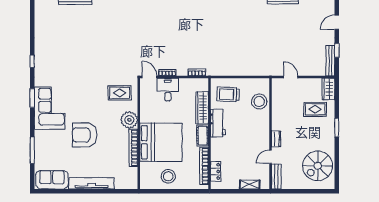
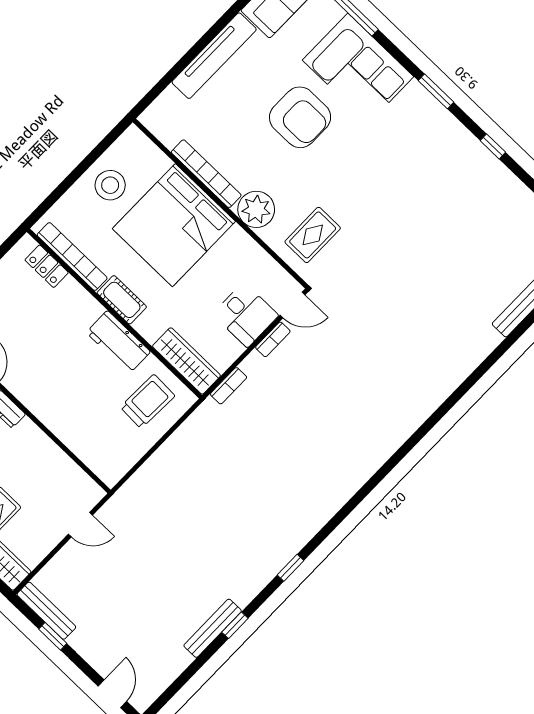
door: (337, 22) -> (112, 694), moved
stool: (259, 101) -> (90, 439), removed
corner sofa: (50, 108) -> (358, 68), moved
wardrobe: (202, 108) -> (186, 361), moved
armchair: (85, 135) -> (300, 117), turned 90

